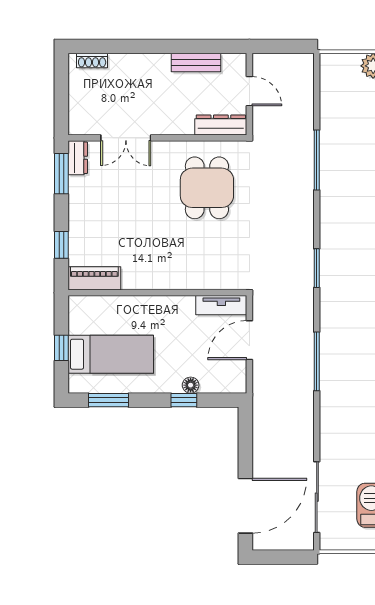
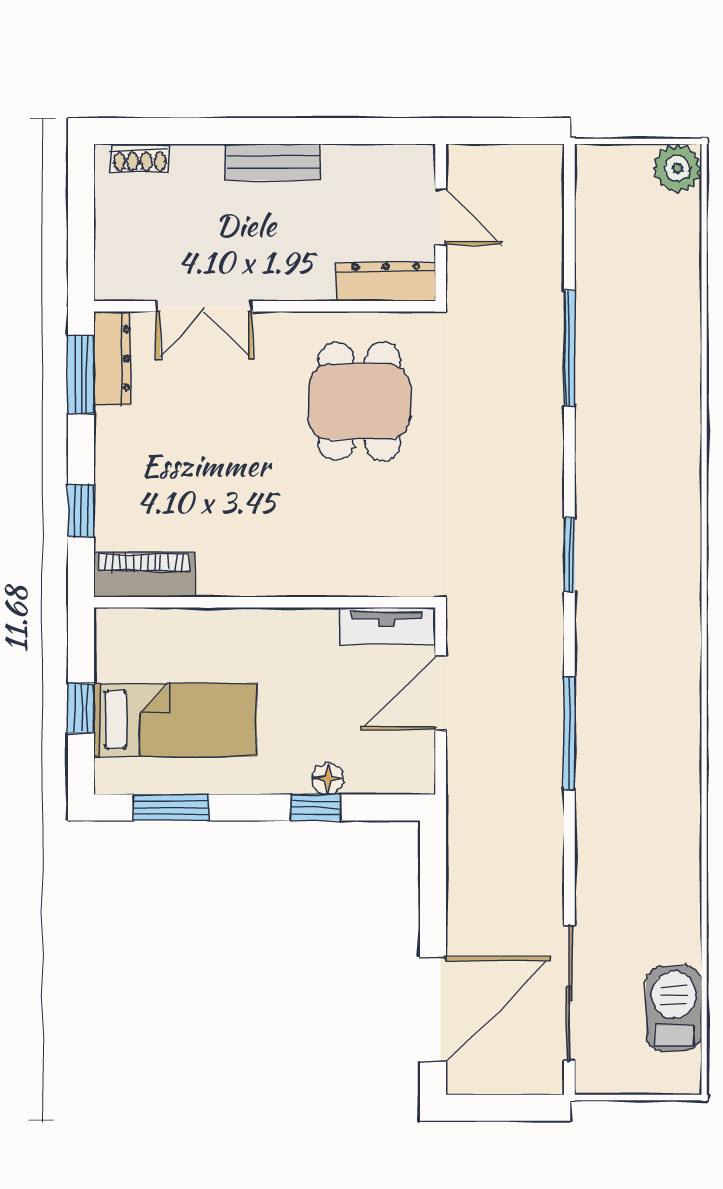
bench: (196, 62) -> (273, 162), moved
dresser: (78, 158) -> (112, 358), width x1.44

